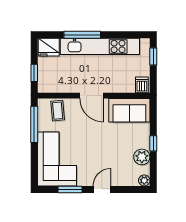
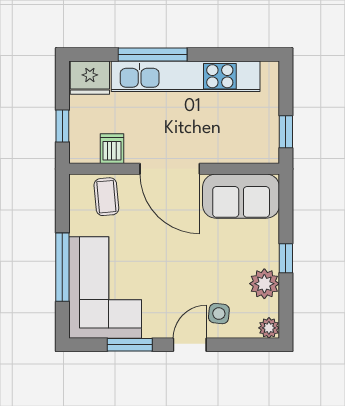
window: (153, 56) -> (286, 132), moved
dishwasher: (142, 85) -> (112, 149), moved
door: (91, 96) -> (170, 169), width x1.36
window: (34, 124) -> (62, 267), moved
side table: (118, 173) -> (219, 314), added

